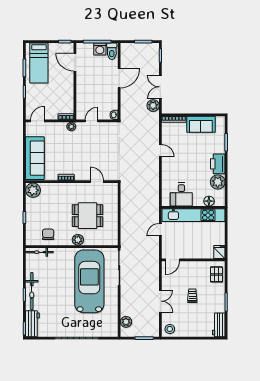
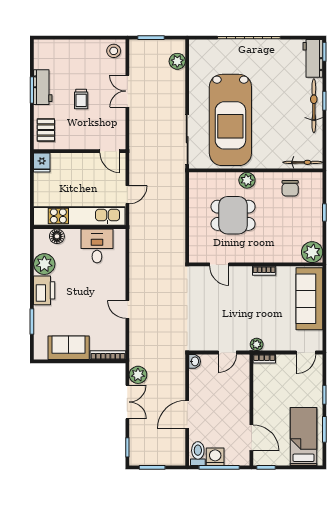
door: (172, 260) -> (110, 151), swing flipped
workbench: (219, 325) -> (43, 87), moved

